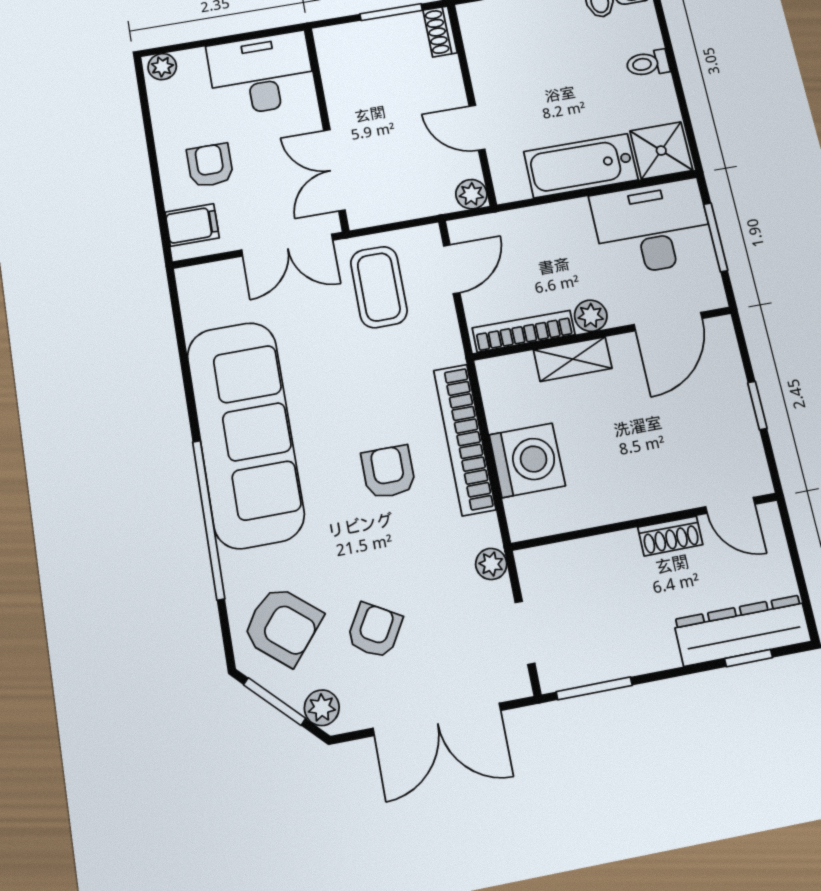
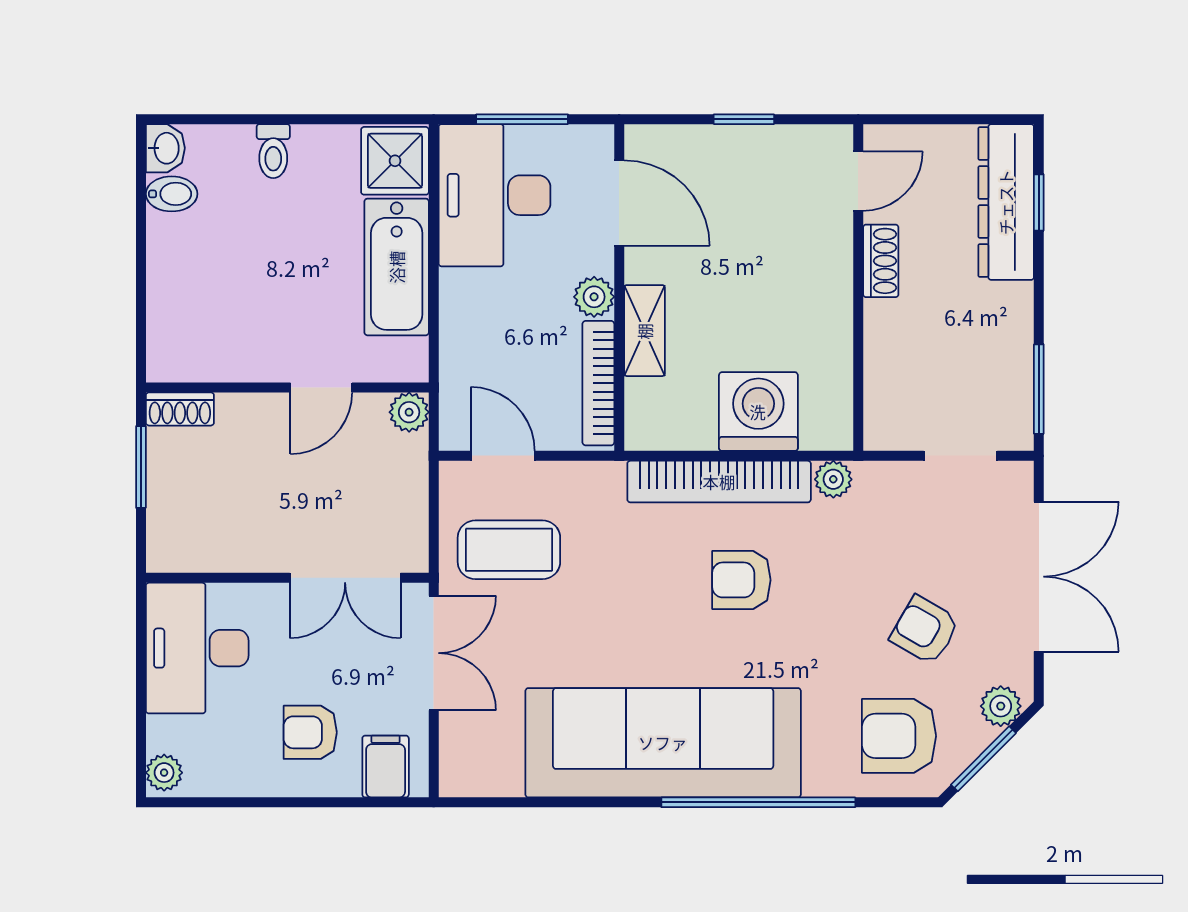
plant: (491, 564) -> (833, 479), moved
armchair: (282, 626) -> (899, 736), turned -130

